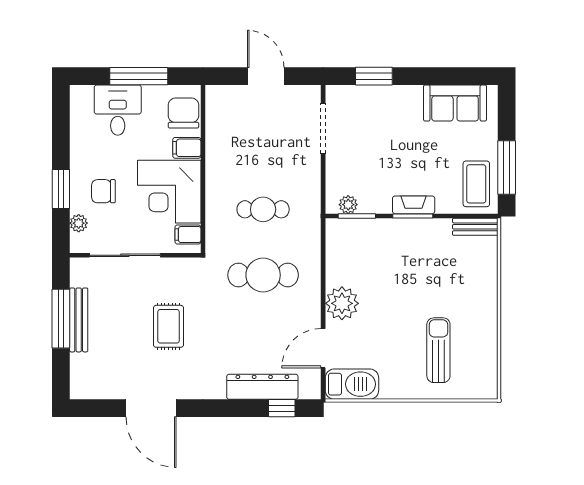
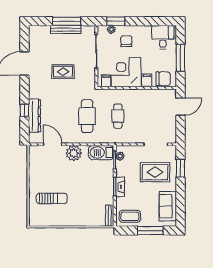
door: (266, 76) -> (180, 107), moved
desk: (118, 110) -> (163, 37), moved, turned -90
rug: (383, 130) -> (155, 172), added
window: (507, 168) -> (150, 231), moved
window: (61, 189) -> (116, 21), moved
barbecue: (352, 384) -> (101, 153), moved, turned 90
window: (282, 408) -> (24, 110), moved

